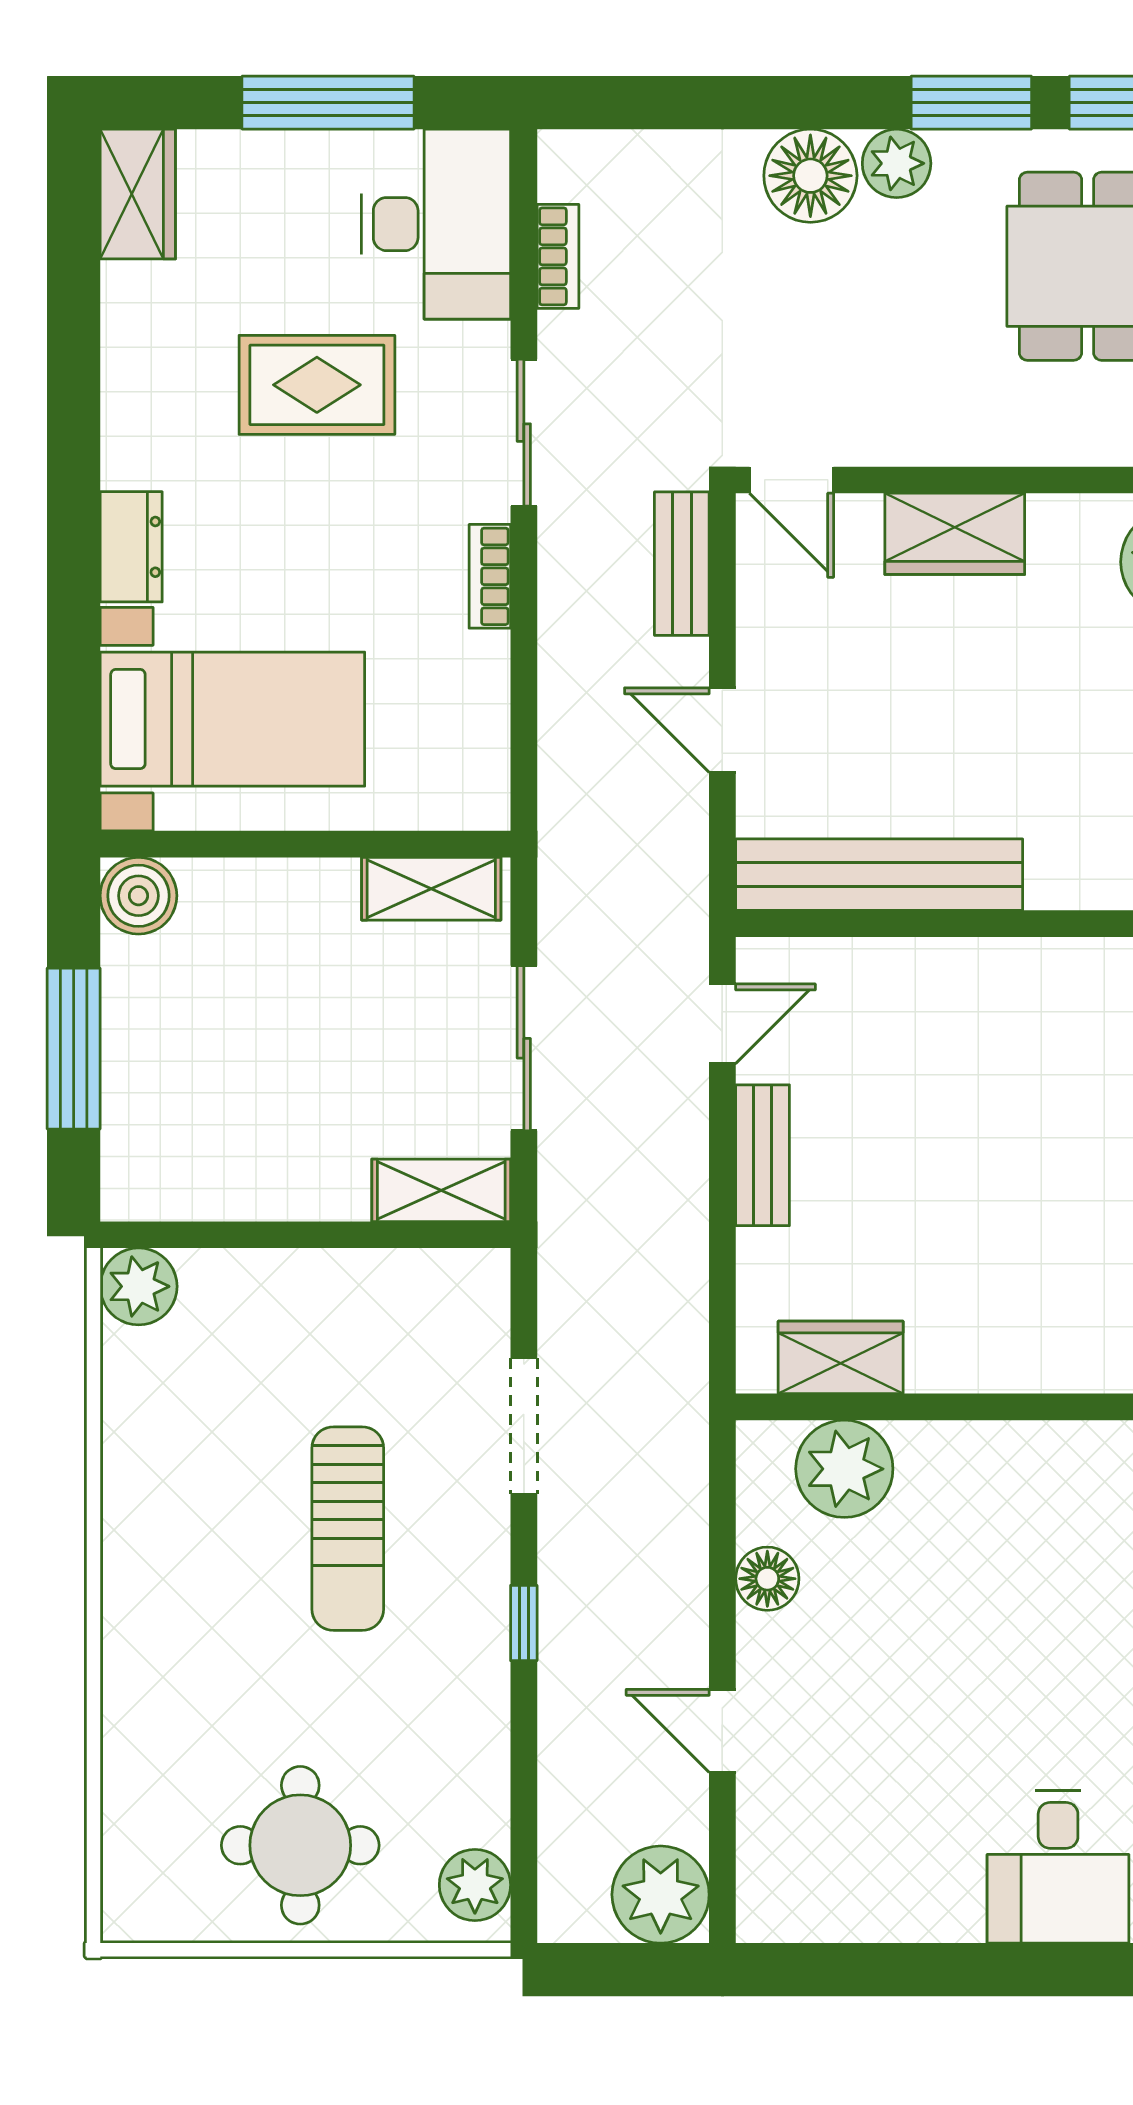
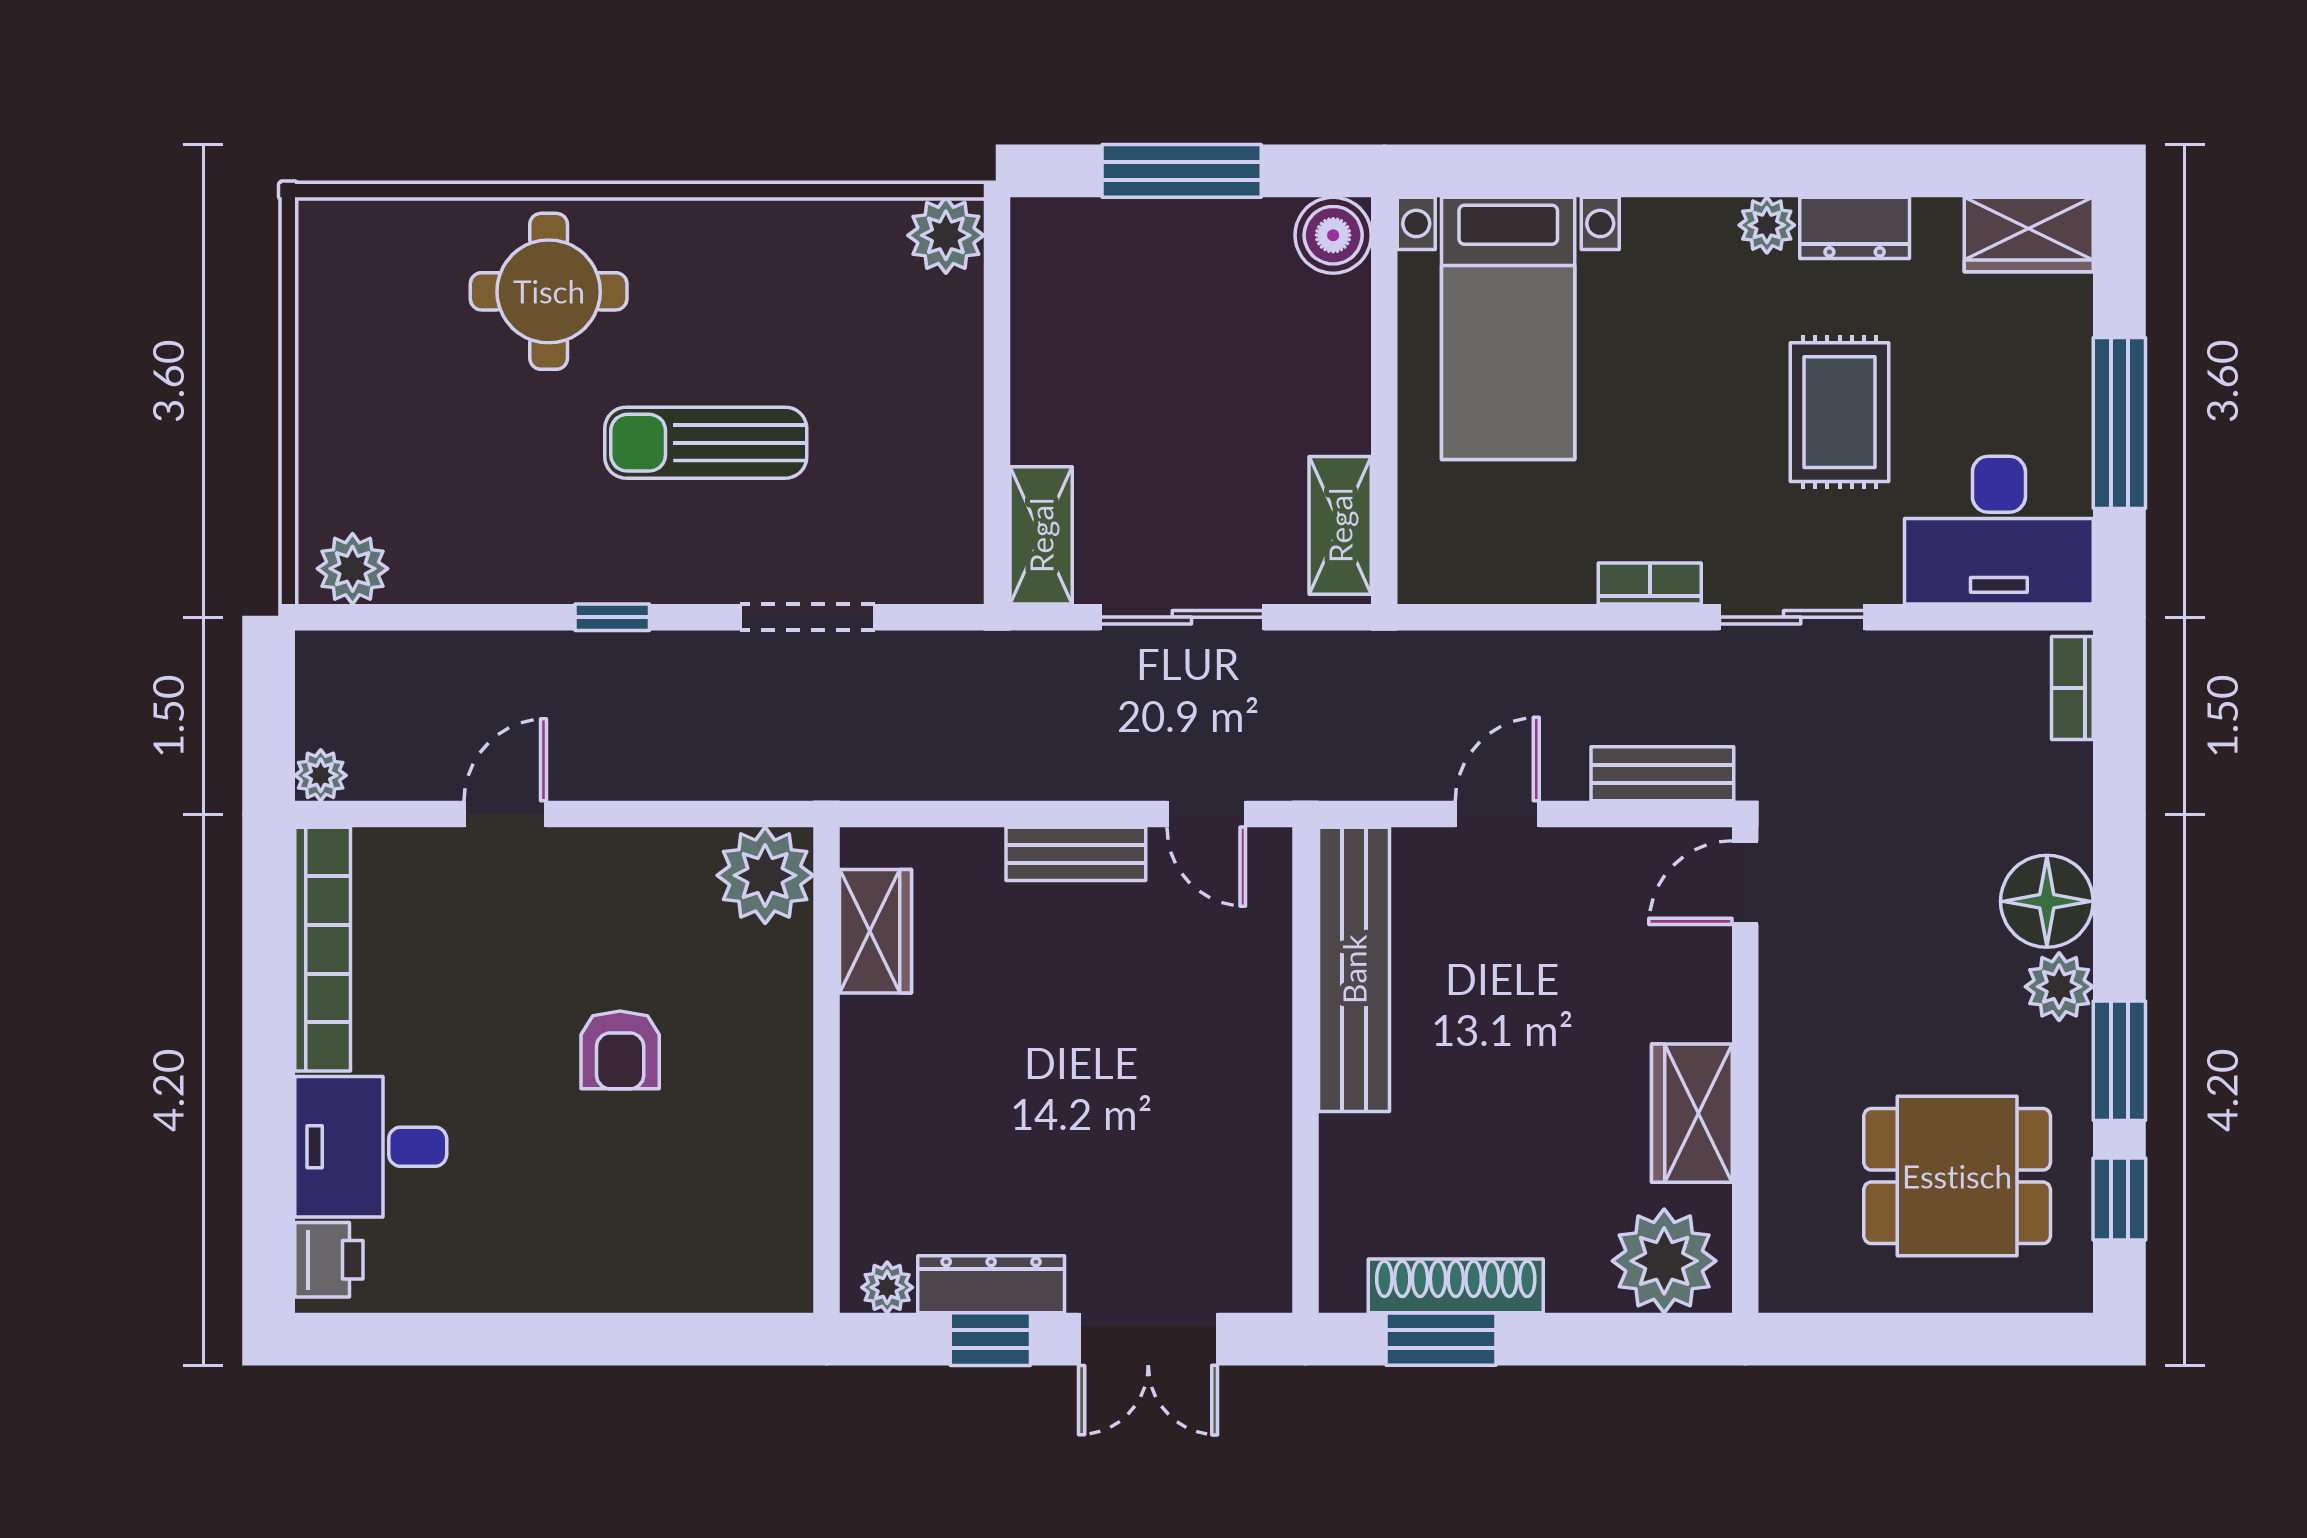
bookcase: (558, 256) -> (2072, 688), moved, turned 90
plant: (128, 458) -> (1767, 225), added
wardrobe: (955, 534) -> (1692, 1113), moved
dresser: (131, 547) -> (1855, 228), moved
plant: (844, 1469) -> (765, 875), moved
floor lamp: (767, 1579) -> (656, 859), removed
armchair: (960, 1615) -> (620, 1050), added
round table: (300, 1845) -> (549, 291), moved
plant: (661, 1895) -> (321, 775), width x0.53, depth x0.53
bookcase: (859, 1915) -> (323, 949), added

